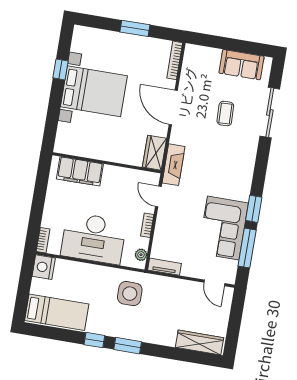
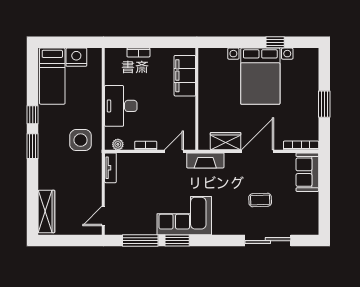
sofa: (242, 65) -> (307, 172), moved
wardrobe: (154, 153) -> (226, 141), moved
corner sofa: (223, 228) -> (184, 216), moved
desk: (94, 238) -> (121, 106), width x0.73, depth x0.77
bookcase: (43, 240) -> (138, 53), moved
nightstand: (44, 267) -> (76, 57), moved

